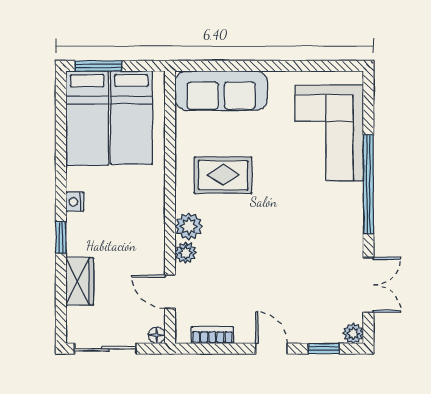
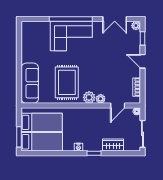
corner sofa: (329, 133) -> (71, 36), moved
rug: (223, 175) -> (67, 82), width x1.36, depth x1.43
double door: (368, 285) -> (115, 19), swing flipped
door: (271, 349) -> (142, 61), hinge flipped

